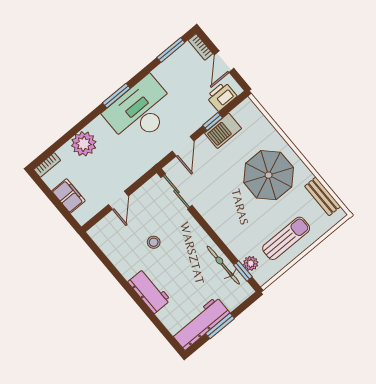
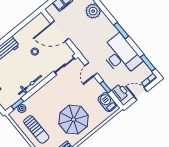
desk: (140, 111) -> (121, 55), moved
barbecue: (223, 131) -> (107, 102), moved
door: (183, 146) -> (91, 69), hinge flipped
door: (118, 200) -> (60, 31), width x1.88
bicycle: (223, 265) -> (30, 85), moved

